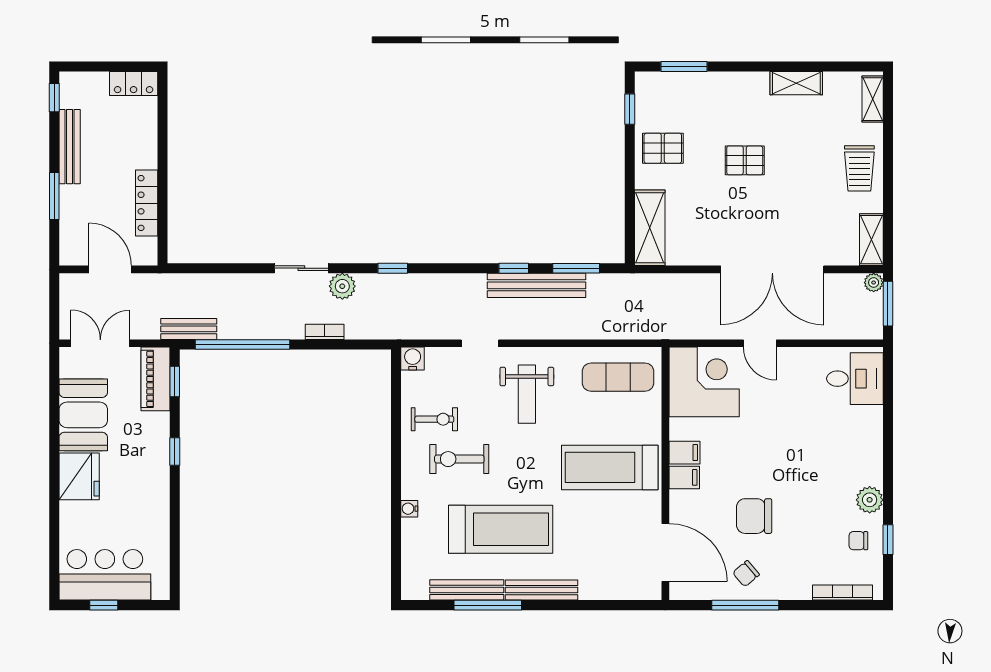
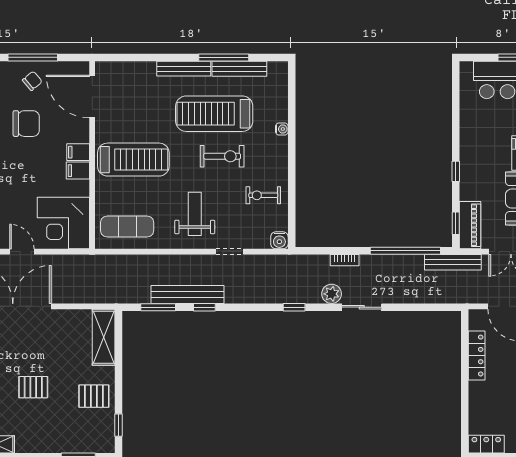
bench: (189, 329) -> (453, 262), width x1.36
exercise bike: (459, 459) -> (222, 156), moved

